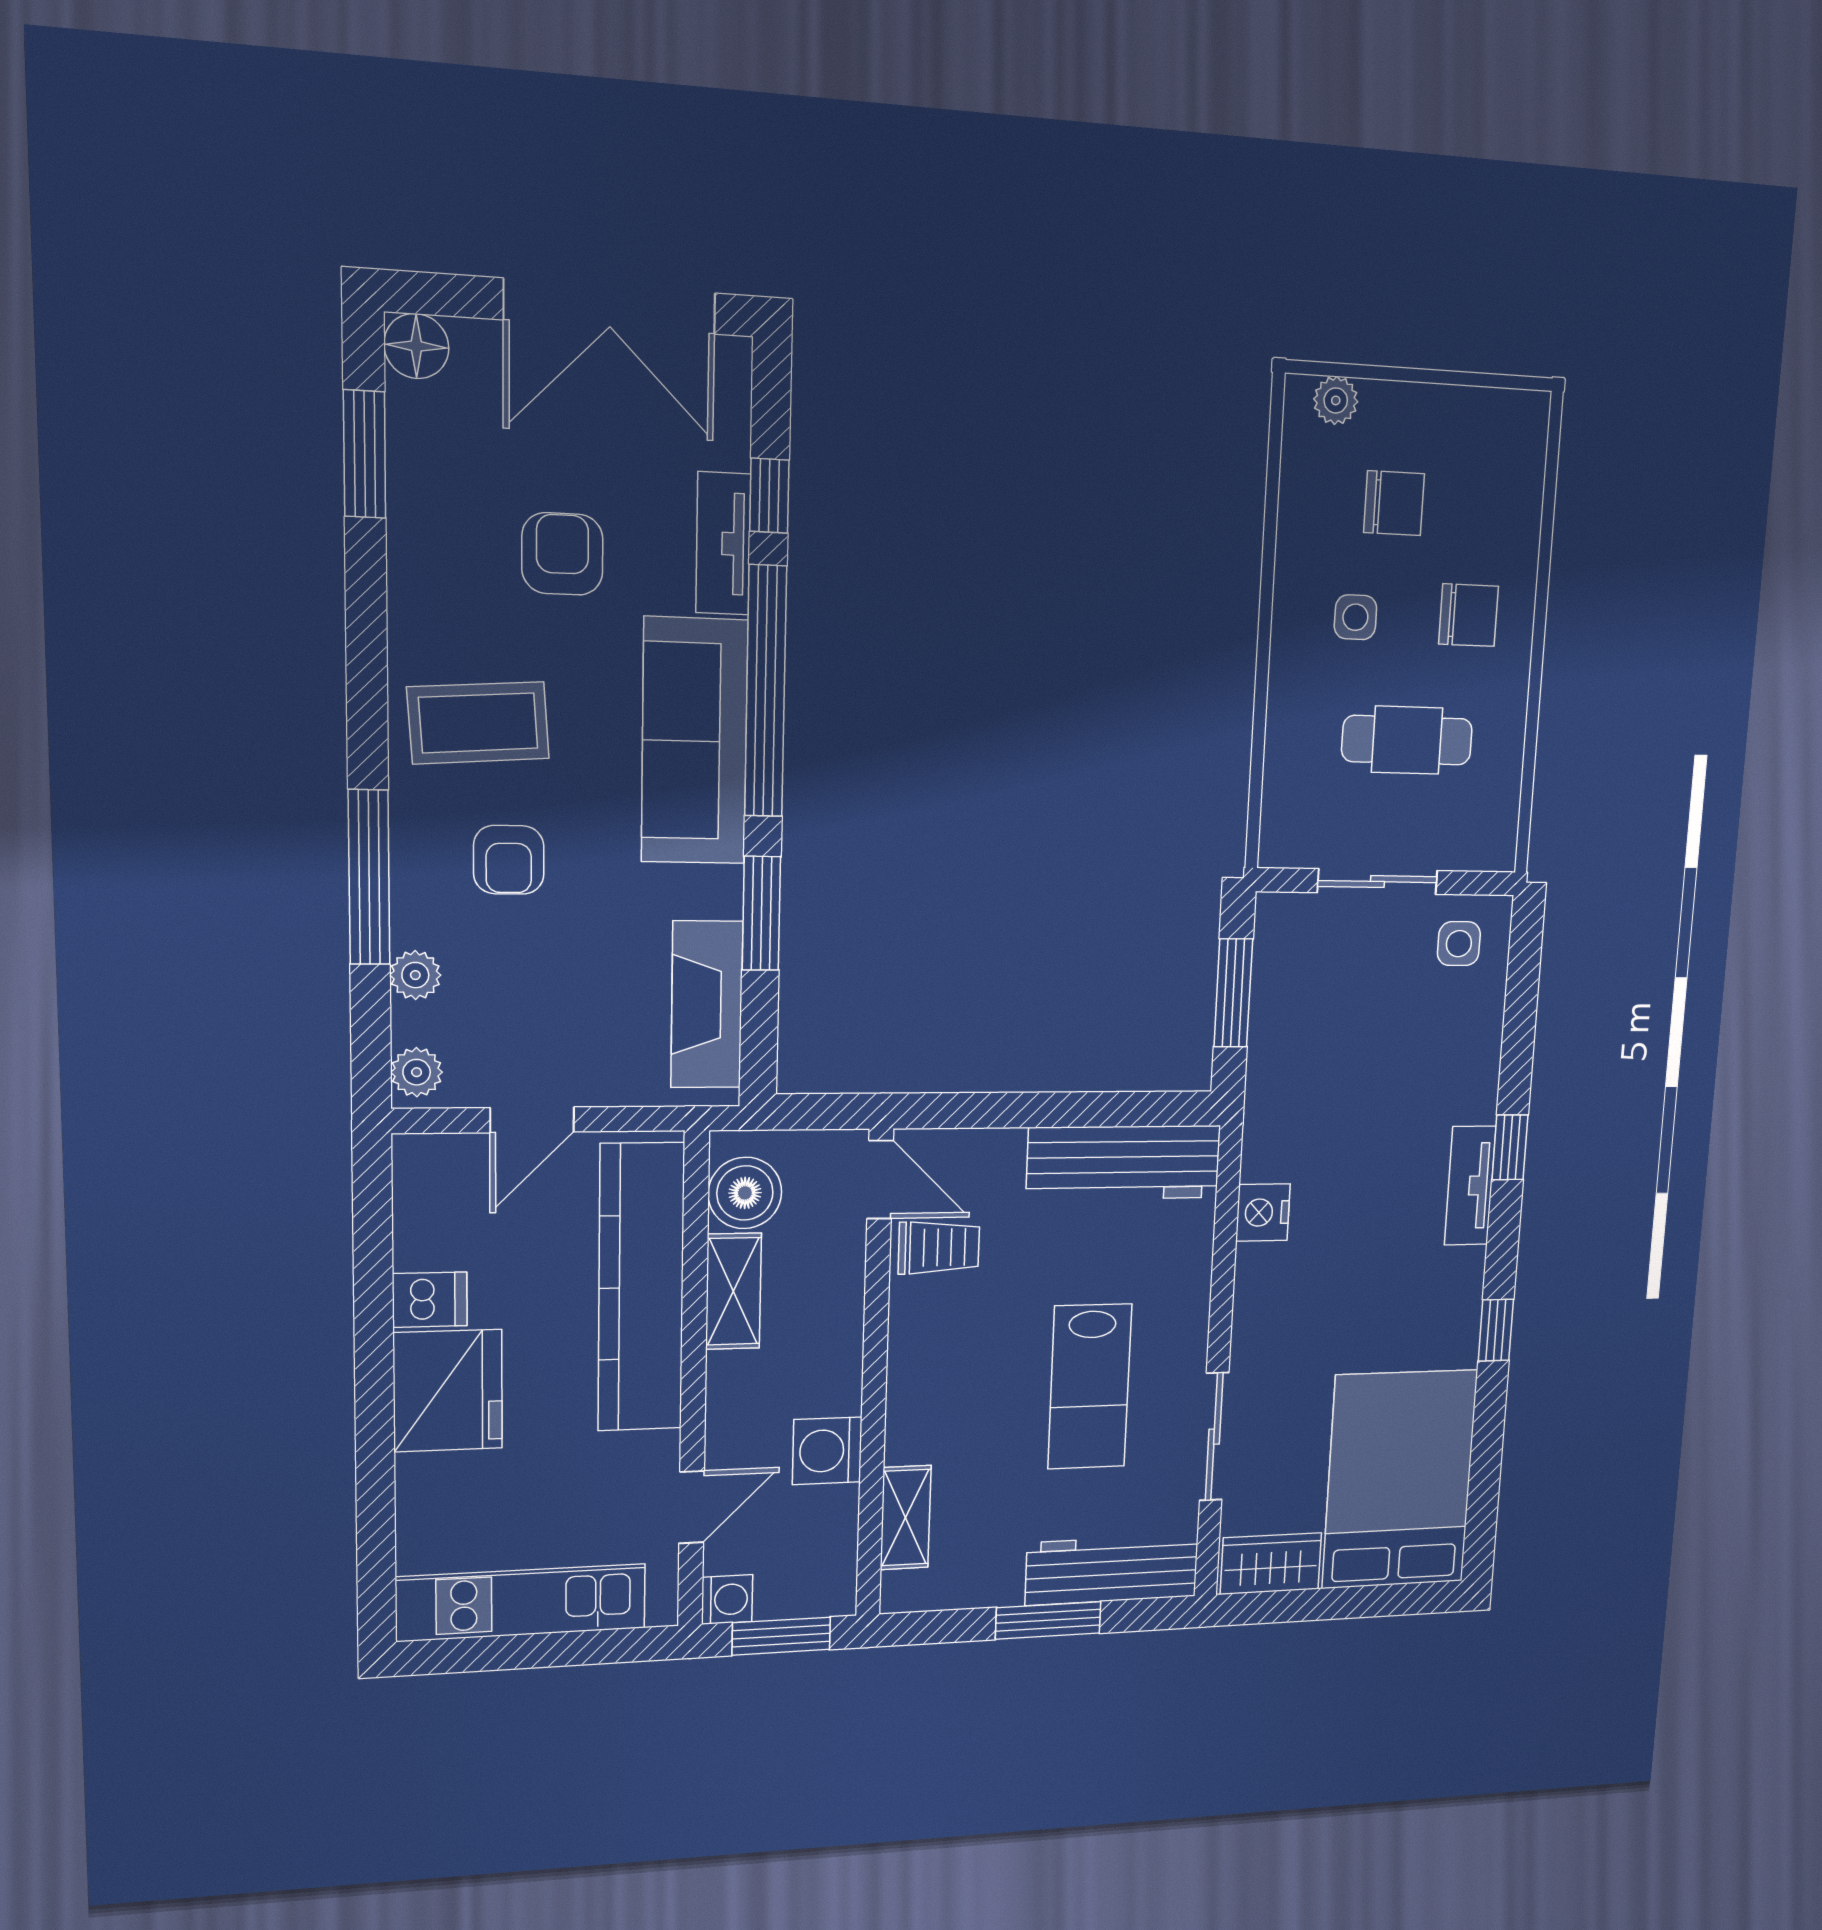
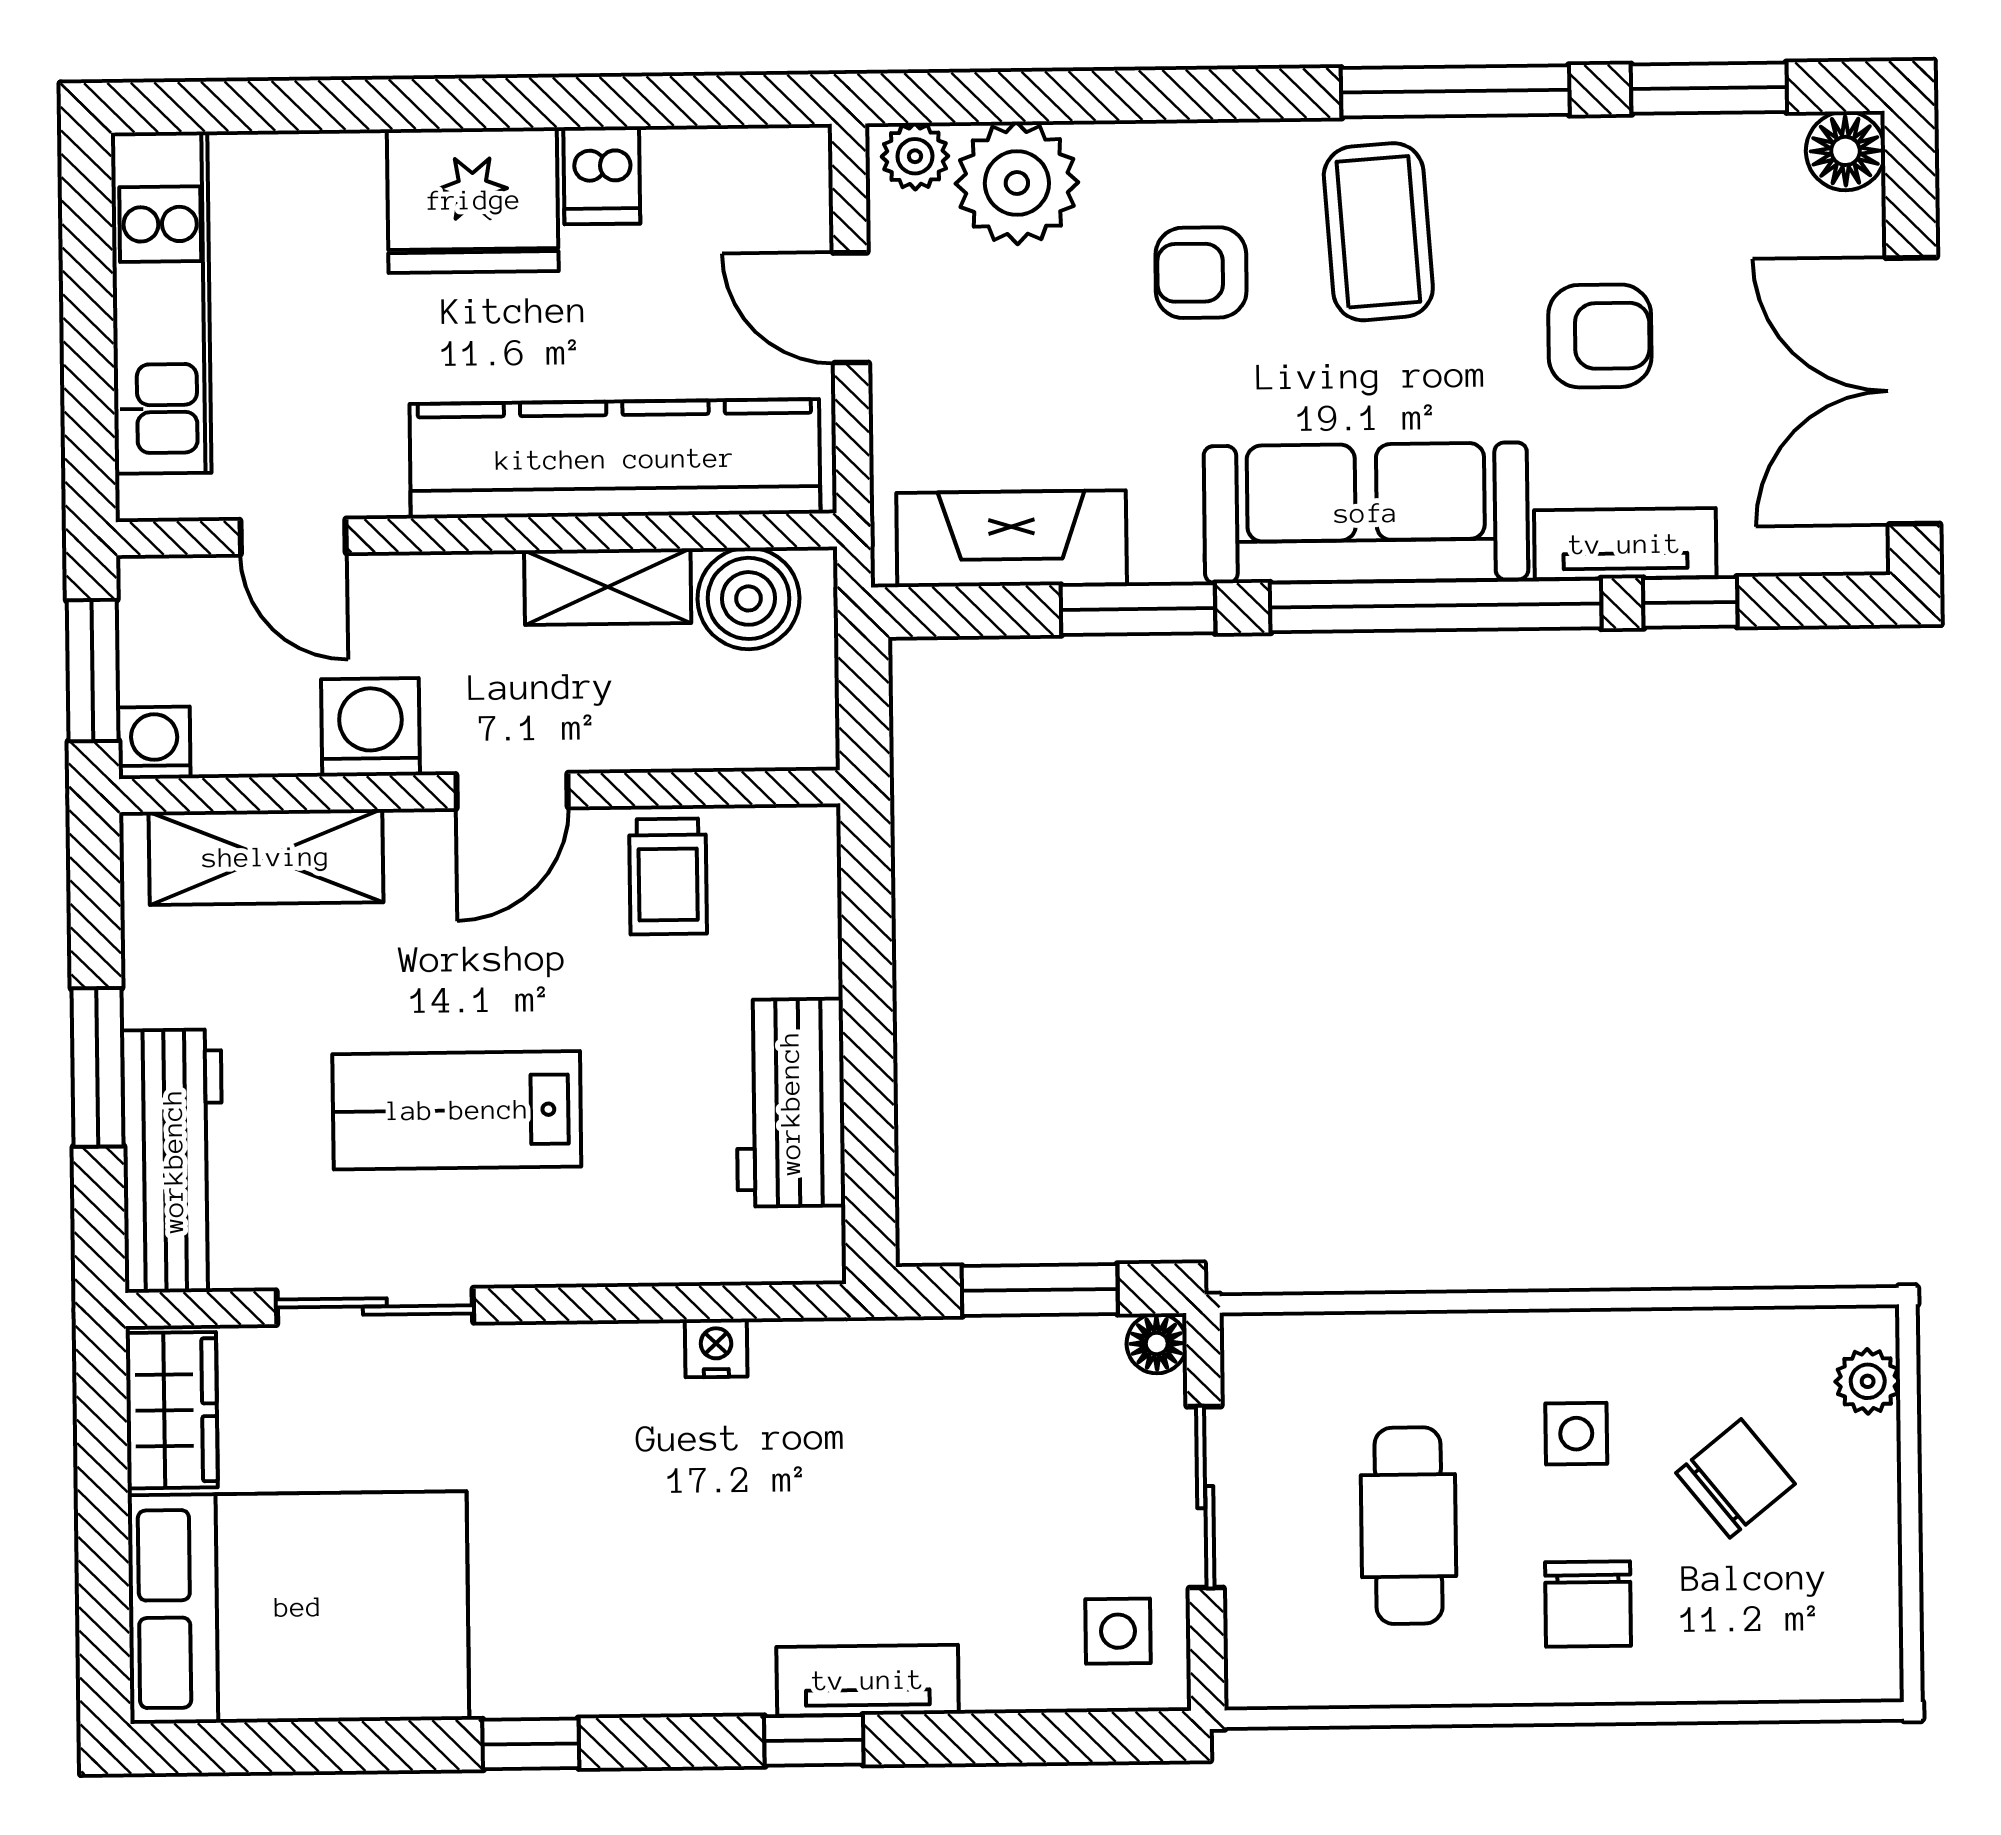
chair: (1394, 503) -> (1736, 1478), turned -129
window: (369, 877) -> (1455, 91), moved
floor lamp: (1274, 913) -> (1157, 1343), added
plant: (415, 975) -> (1017, 183), width x1.88, depth x1.88
workbench: (1123, 1163) -> (790, 1103), width x0.73
door: (880, 1180) -> (512, 791), moved
tv unit: (1470, 1186) -> (868, 1680), moved
nightstand: (1263, 1212) -> (716, 1348), width x0.72, depth x0.74
shelving: (906, 1518) -> (266, 857), width x1.50, depth x1.33
washing machine: (727, 1599) -> (154, 743), moved, turned 180

